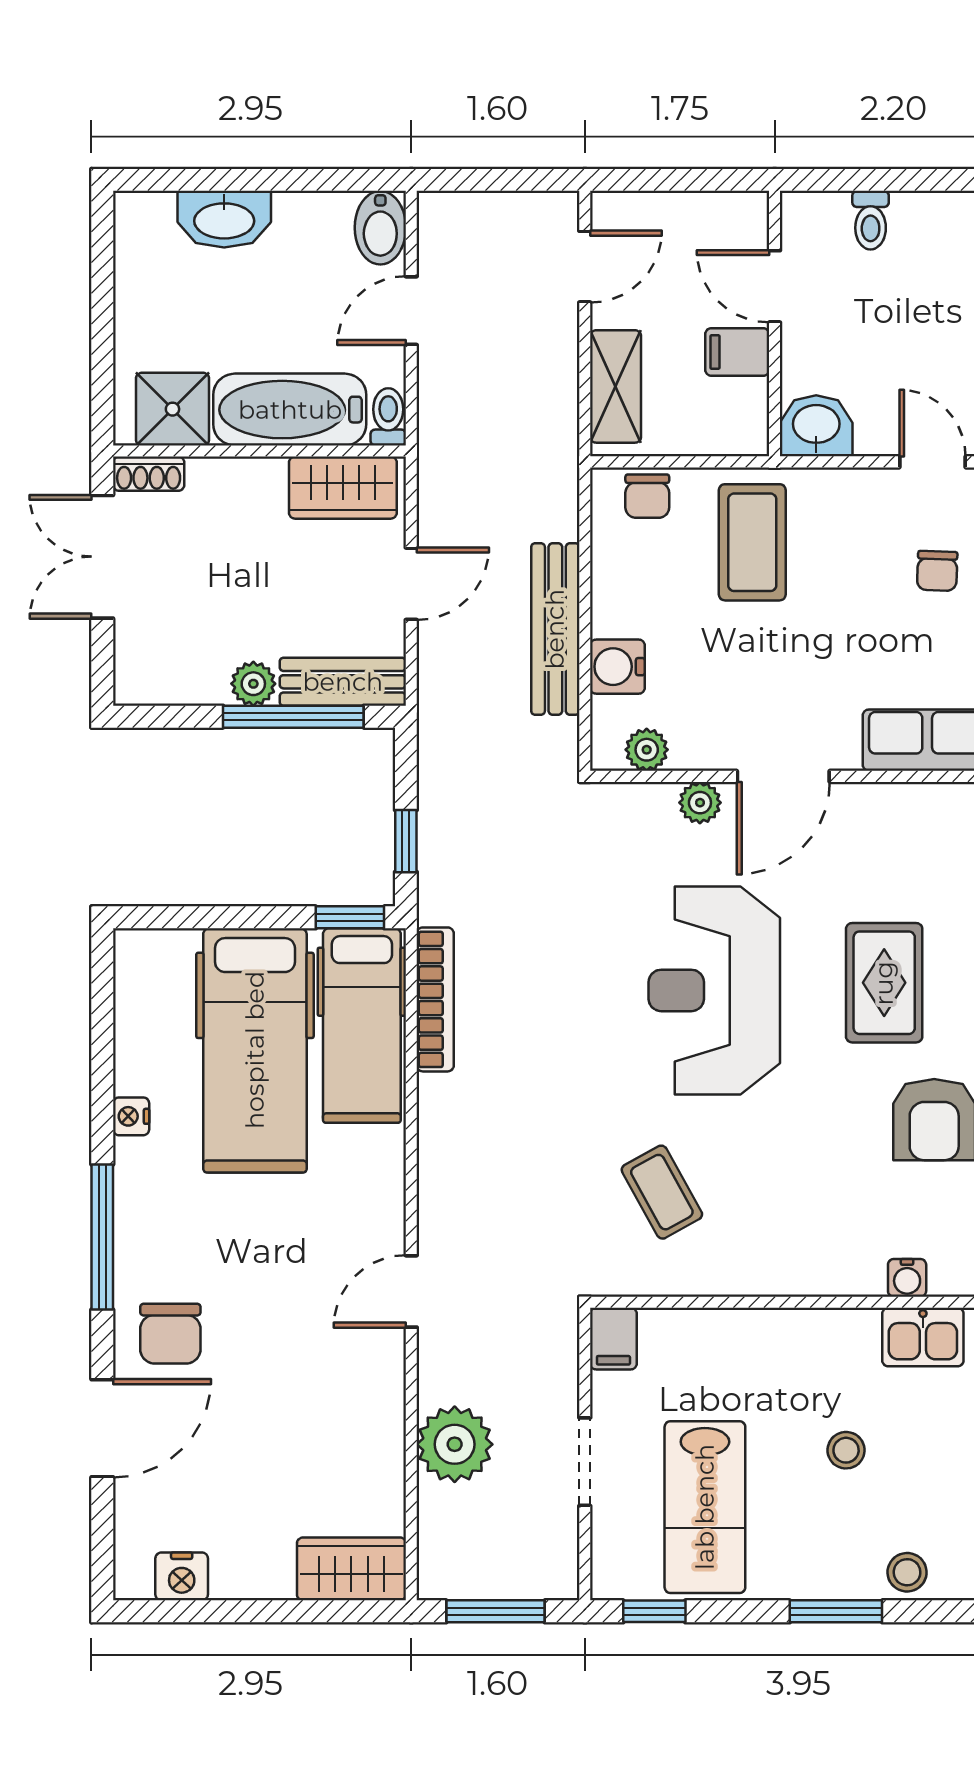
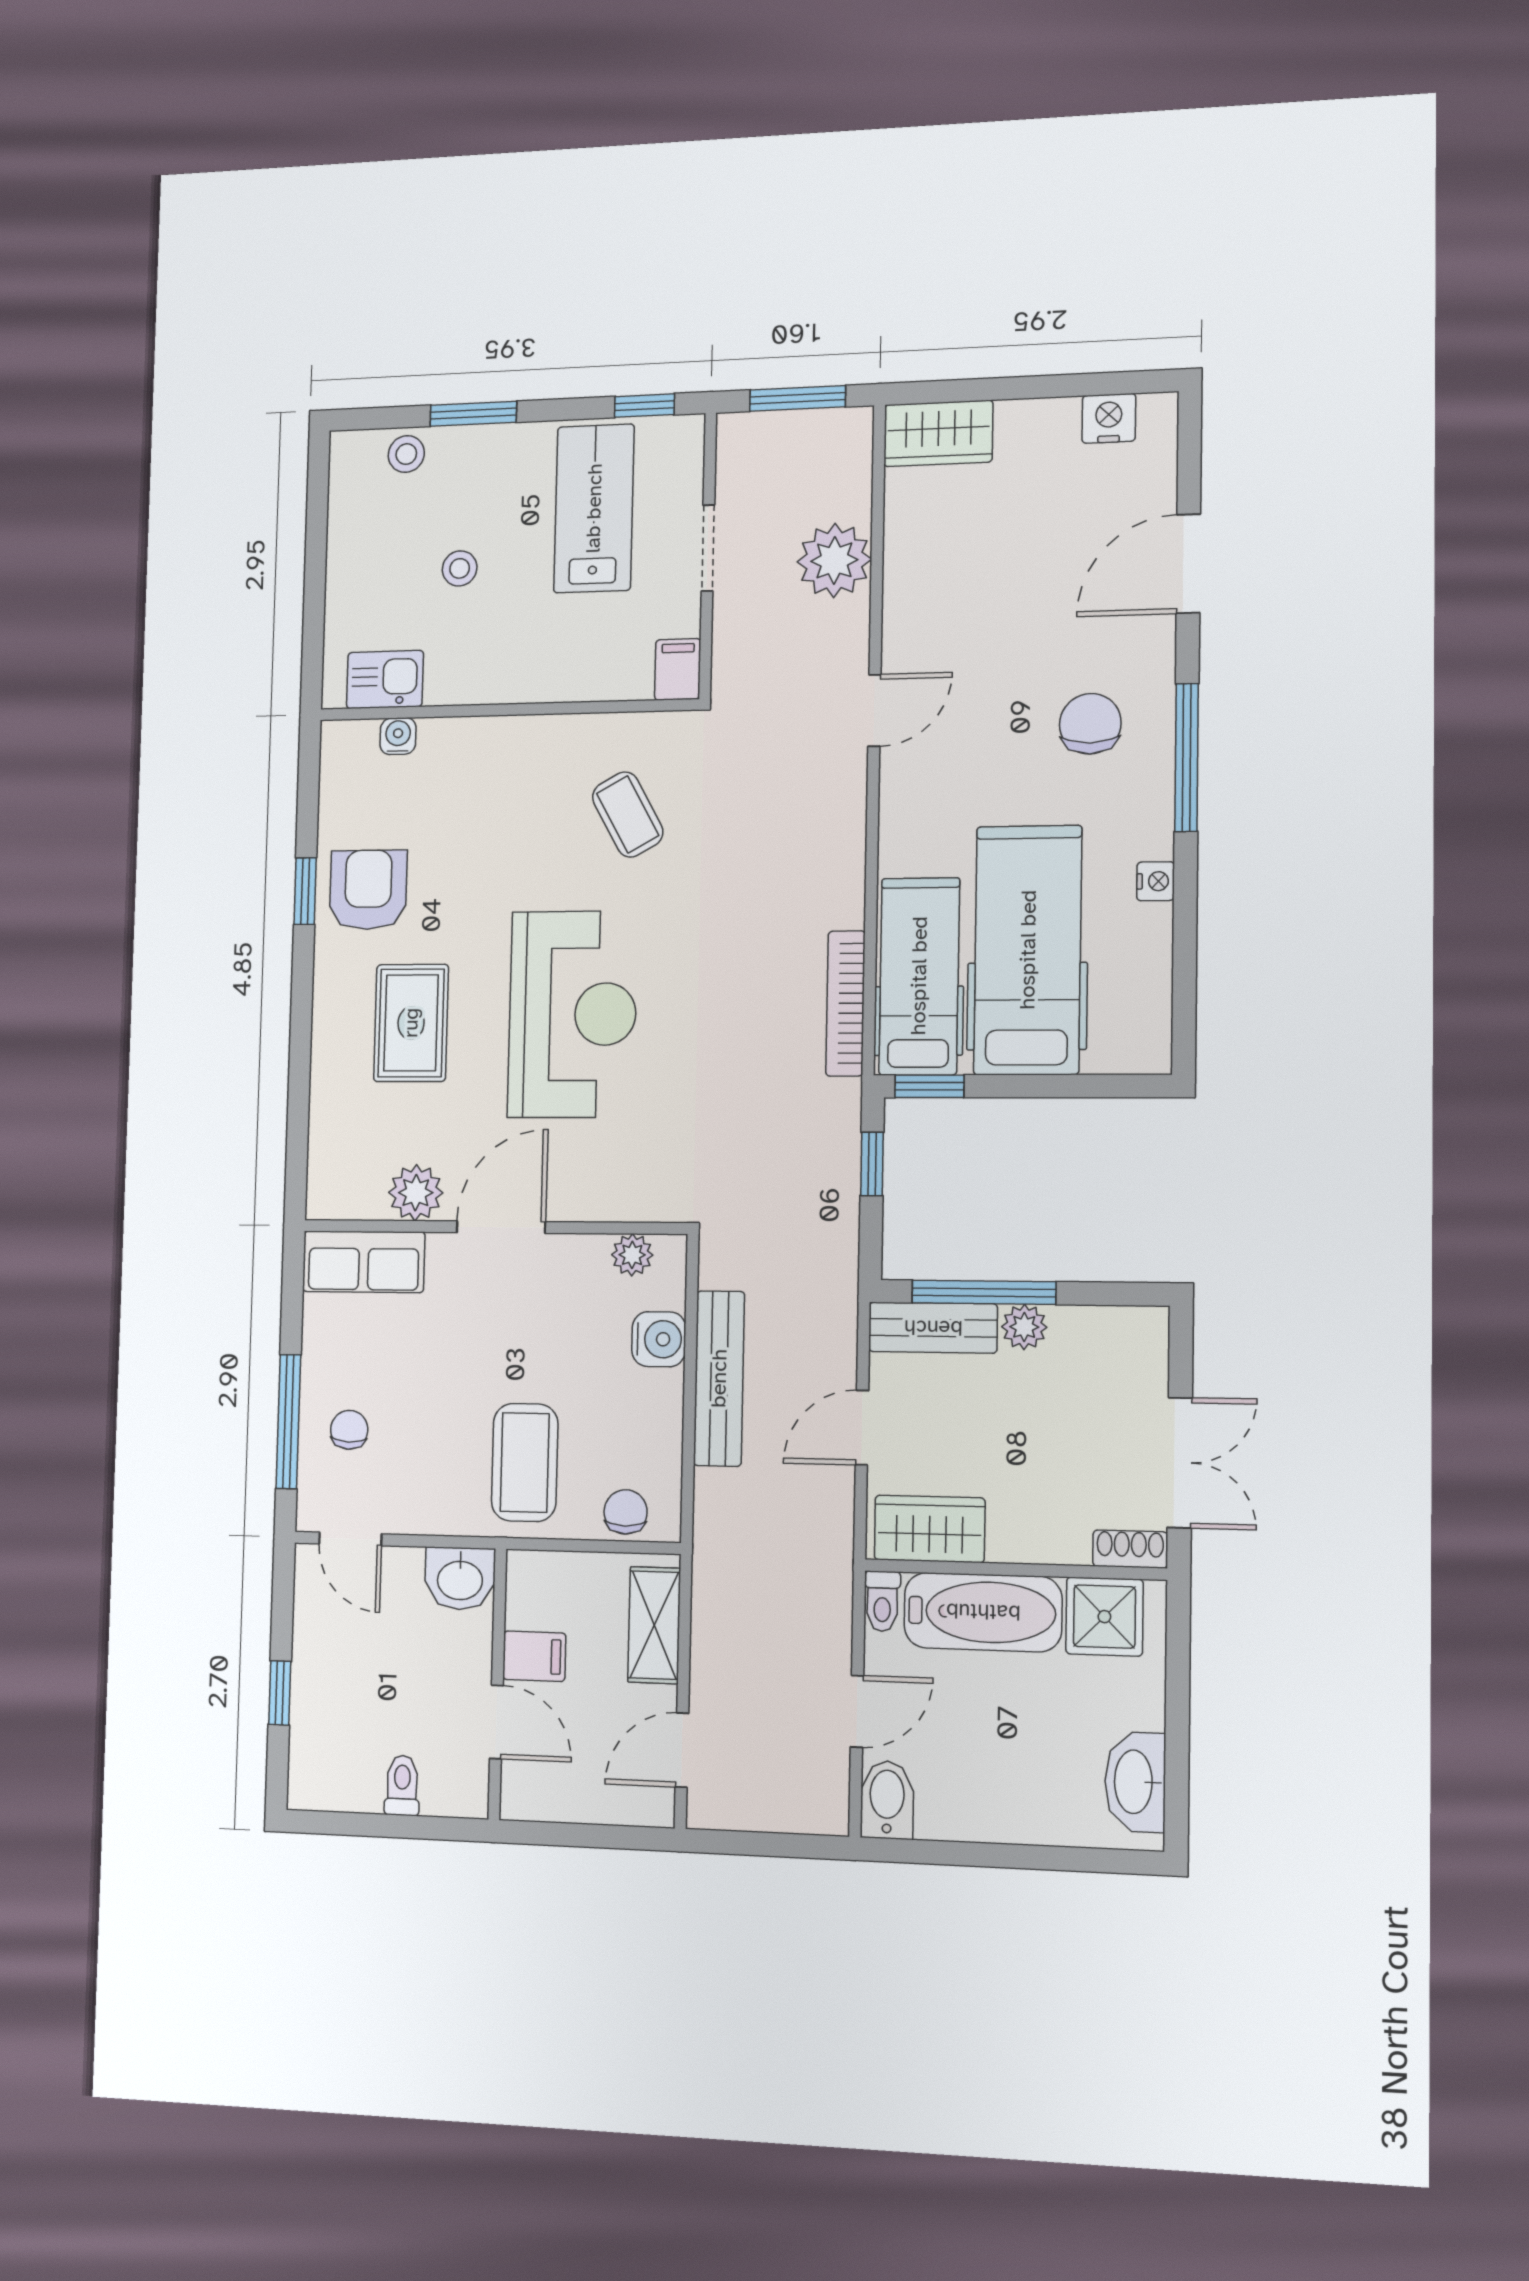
washbasin: (224, 219) -> (1135, 1782), moved, turned -90
plant: (700, 803) -> (416, 1193), moved, width x1.38, depth x1.38
chair: (170, 1334) -> (1090, 724), moved

